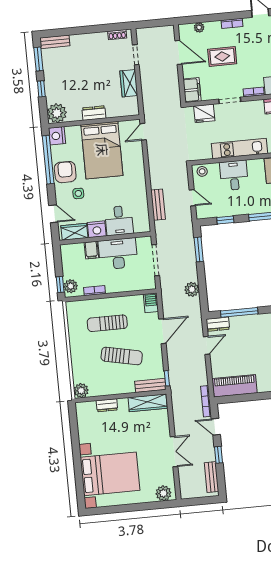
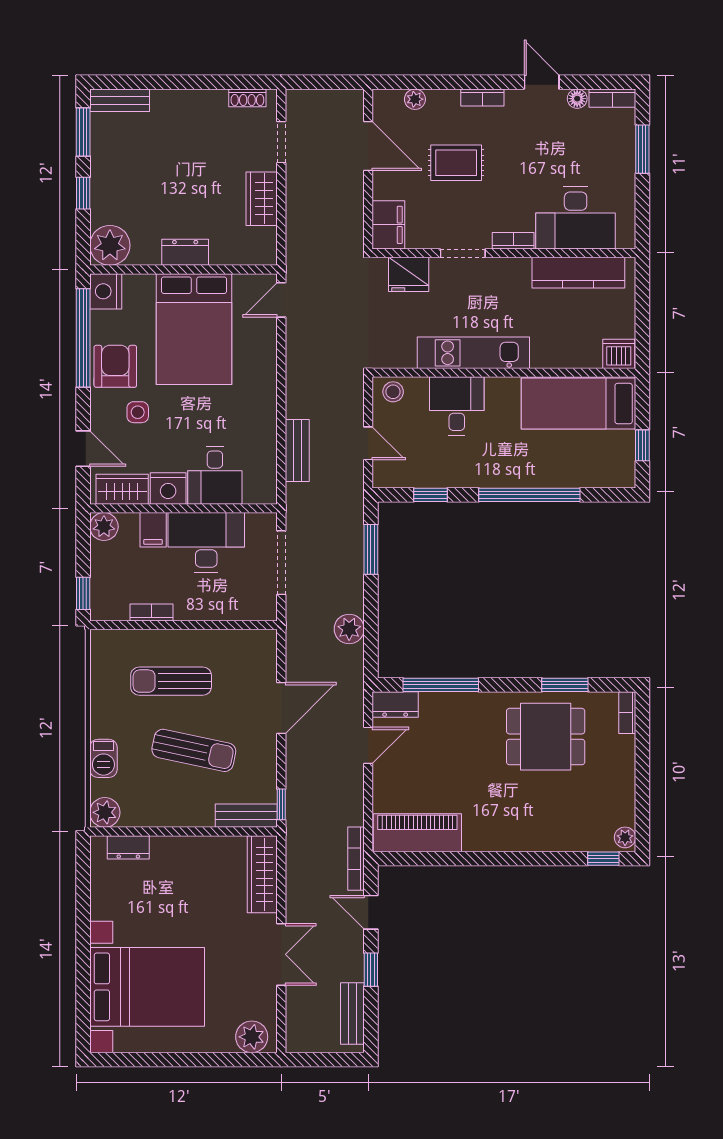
plant: (71, 286) -> (104, 527), moved
barbecue: (151, 303) -> (103, 758), moved, turned 180
wardrobe: (148, 403) -> (262, 874), moved, turned 90
dresser: (107, 405) -> (128, 847), moved

